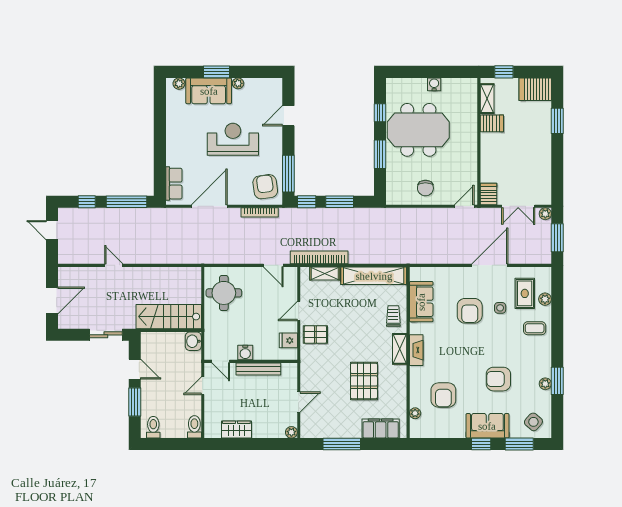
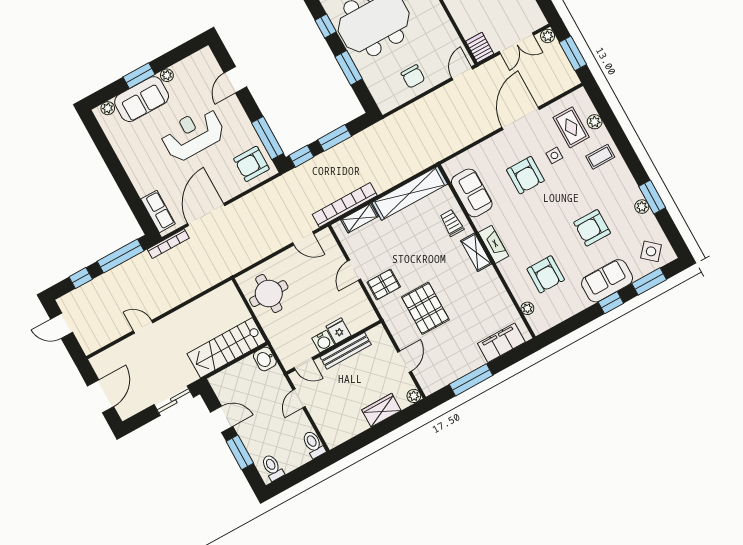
armchair: (265, 187) -> (251, 164), turned -82
bookcase: (260, 212) -> (168, 244), moved
fridge: (288, 340) -> (339, 331), moved, turned 90
pallet: (364, 381) -> (425, 308), moved
wardrobe: (236, 429) -> (381, 410), moved

